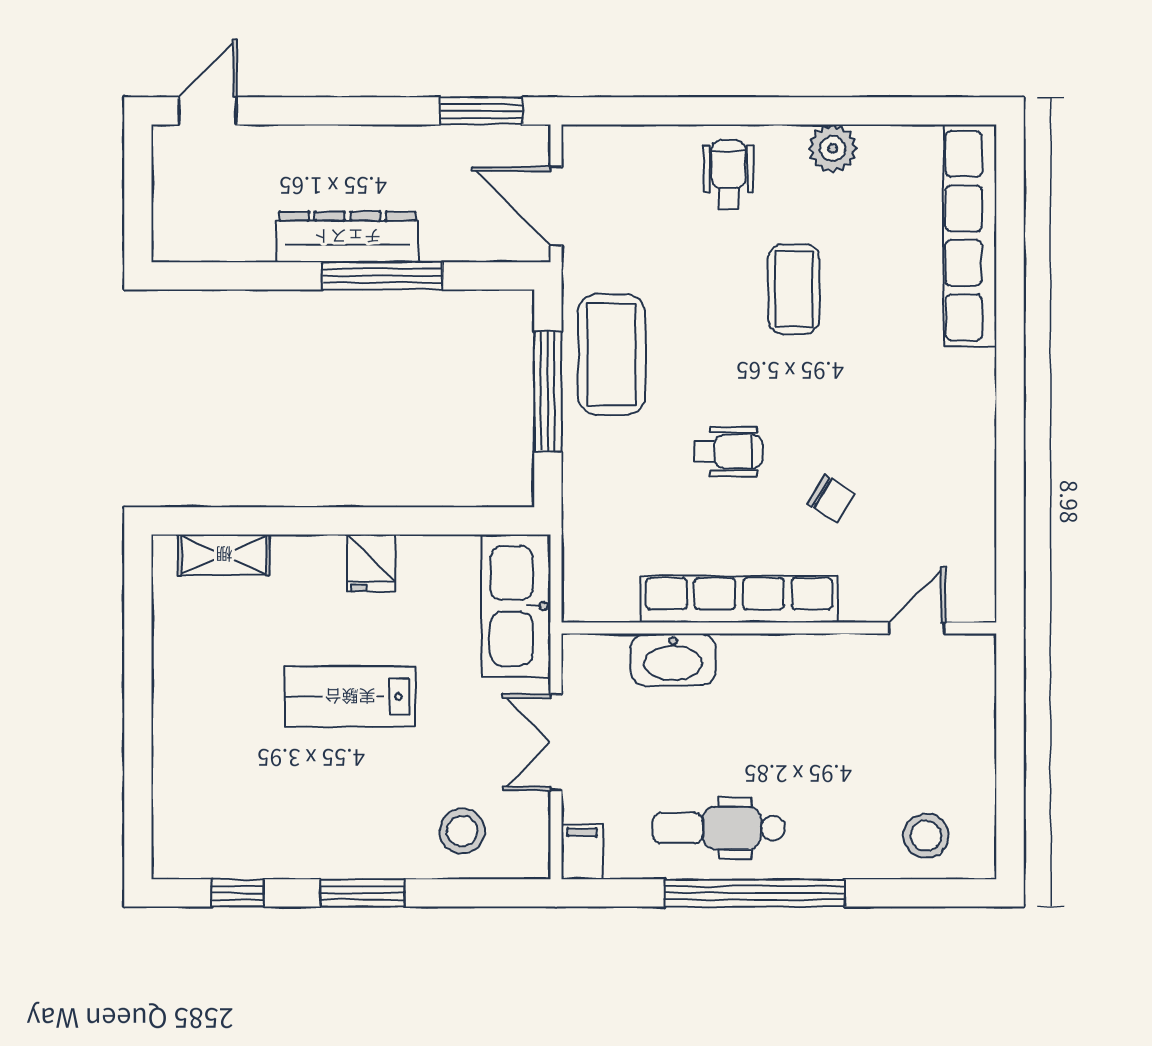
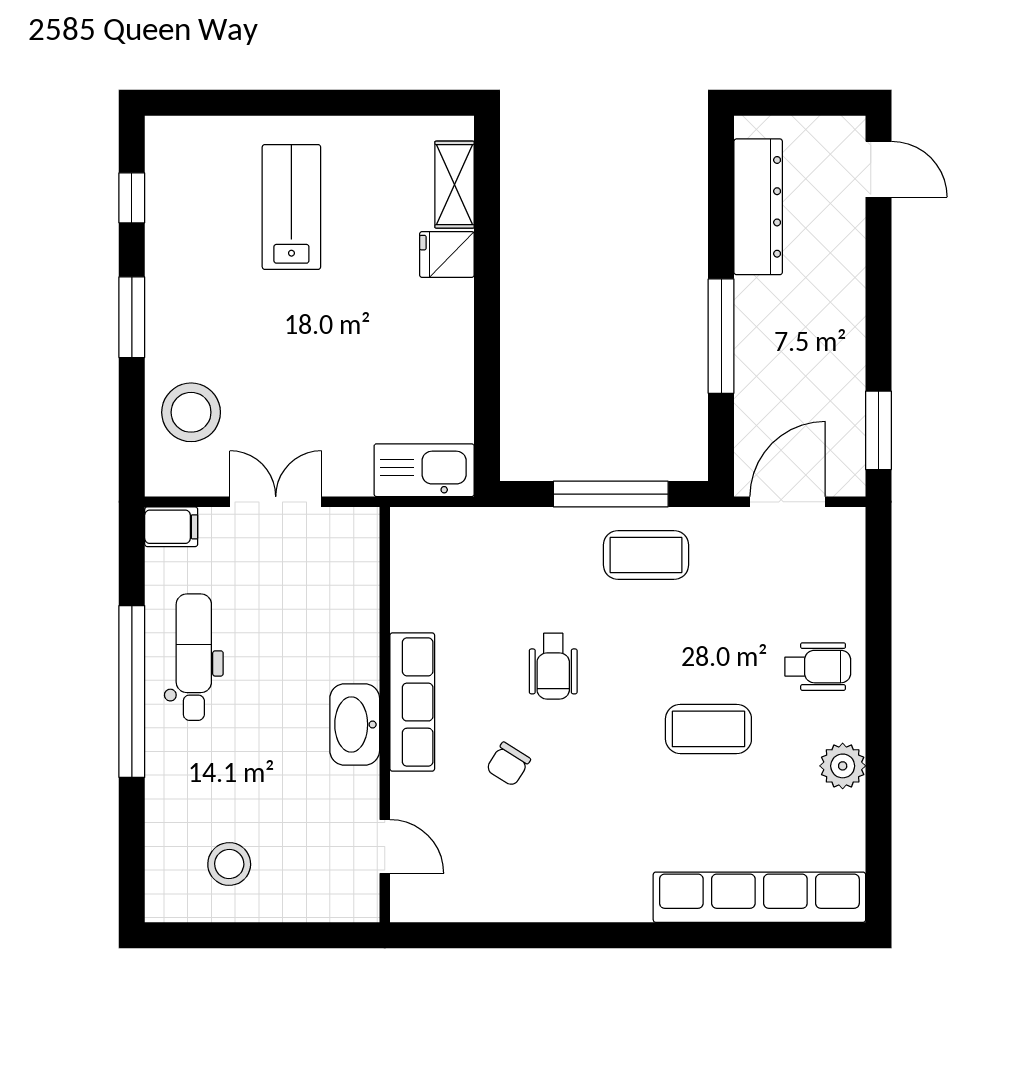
dresser: (347, 237) -> (758, 207), moved
coffee table: (612, 354) -> (646, 555), width x0.73, depth x0.76
fridge: (371, 563) -> (447, 254), moved
row of seats: (739, 599) -> (412, 702), width x0.73
kitchen sink: (516, 606) -> (424, 470), width x0.73, depth x0.81
washbasin: (673, 660) -> (355, 724), moved
lab bench: (350, 697) -> (291, 207), moved
stool: (462, 831) -> (191, 412), width x1.38, depth x1.38
stool: (926, 836) -> (229, 864), moved

